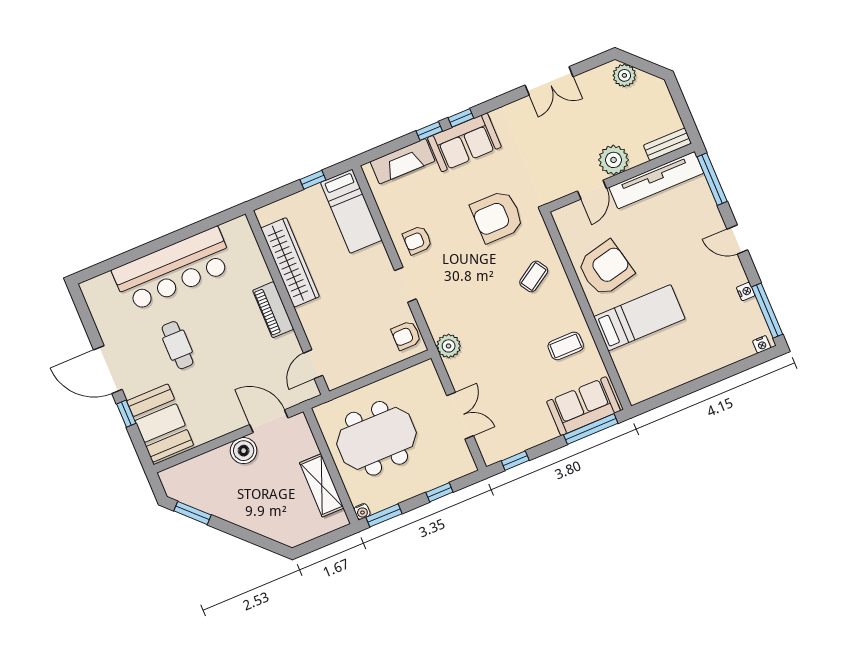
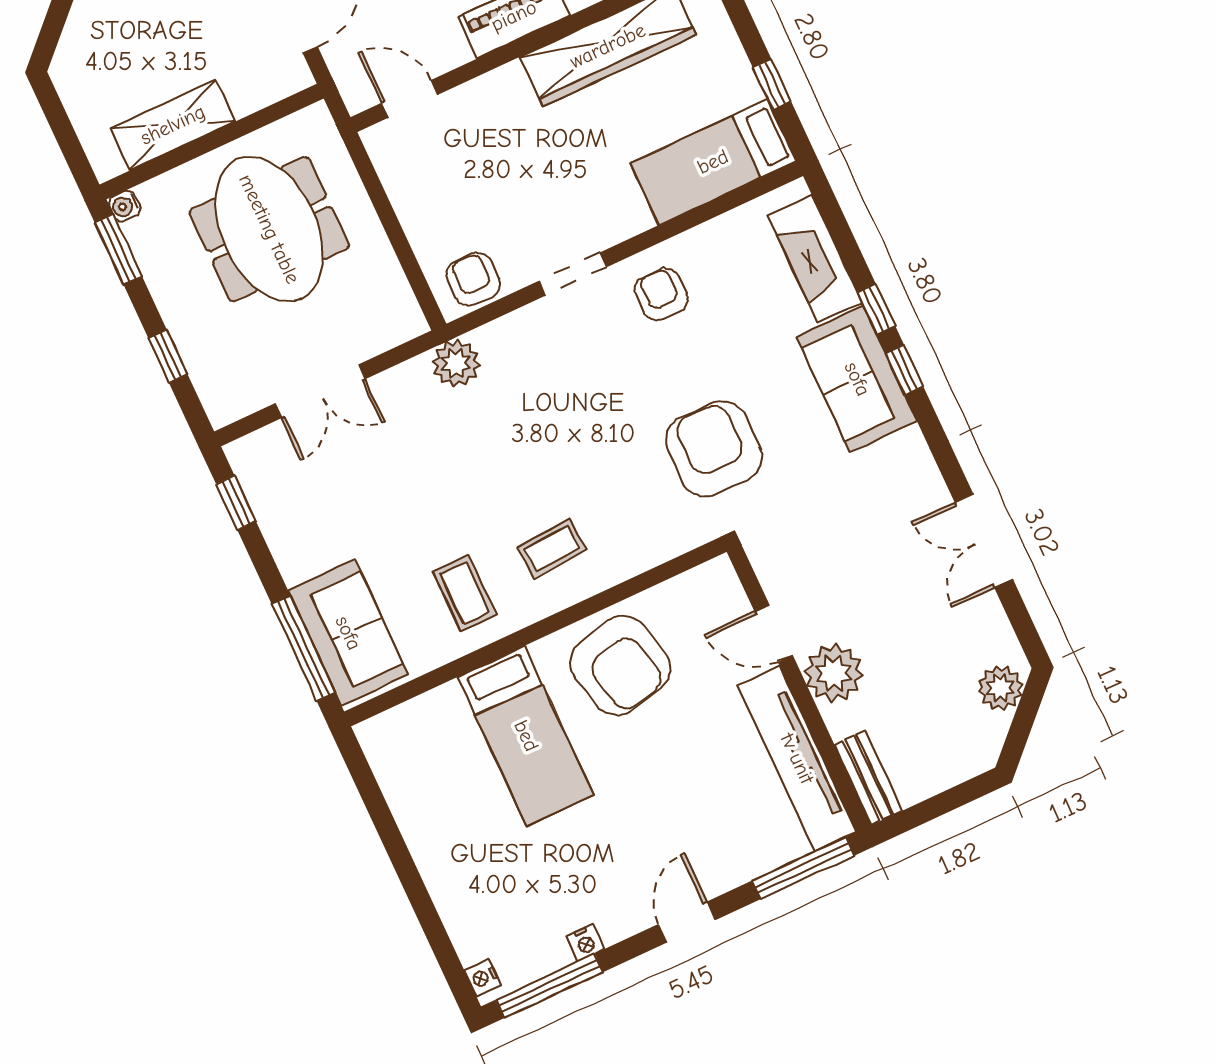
coffee table: (534, 276) -> (552, 549), moved, turned -61

